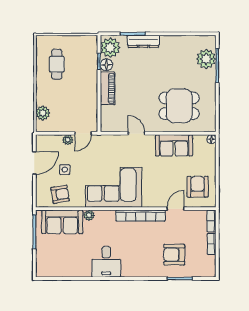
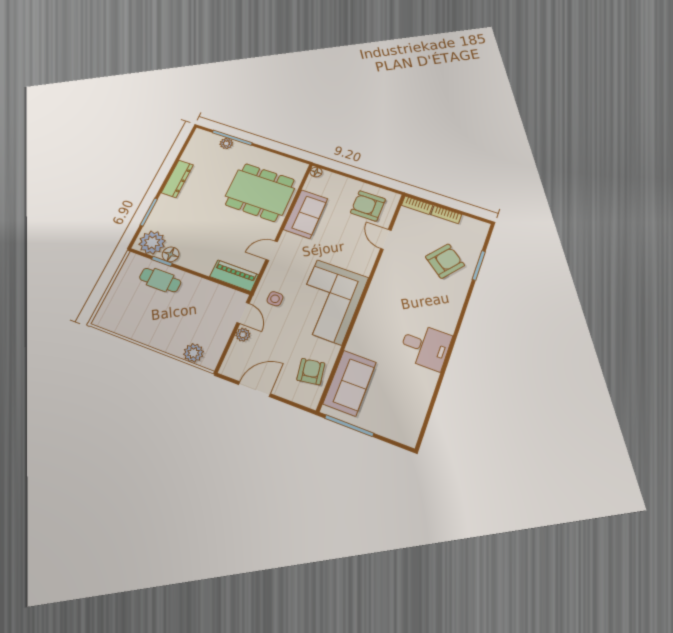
dresser: (143, 41) -> (177, 179), moved
plant: (206, 59) -> (226, 143), width x0.53, depth x0.53
cafe table: (57, 64) -> (160, 280), moved
piano: (108, 88) -> (234, 276), moved
dining table: (179, 106) -> (260, 192), width x1.38
door: (34, 163) -> (254, 389), hinge flipped
side table: (65, 170) -> (275, 299), moved
plant: (89, 215) -> (354, 345), removed
bookcase: (141, 216) -> (379, 283), removed
armchair: (174, 255) -> (445, 261), turned -142

